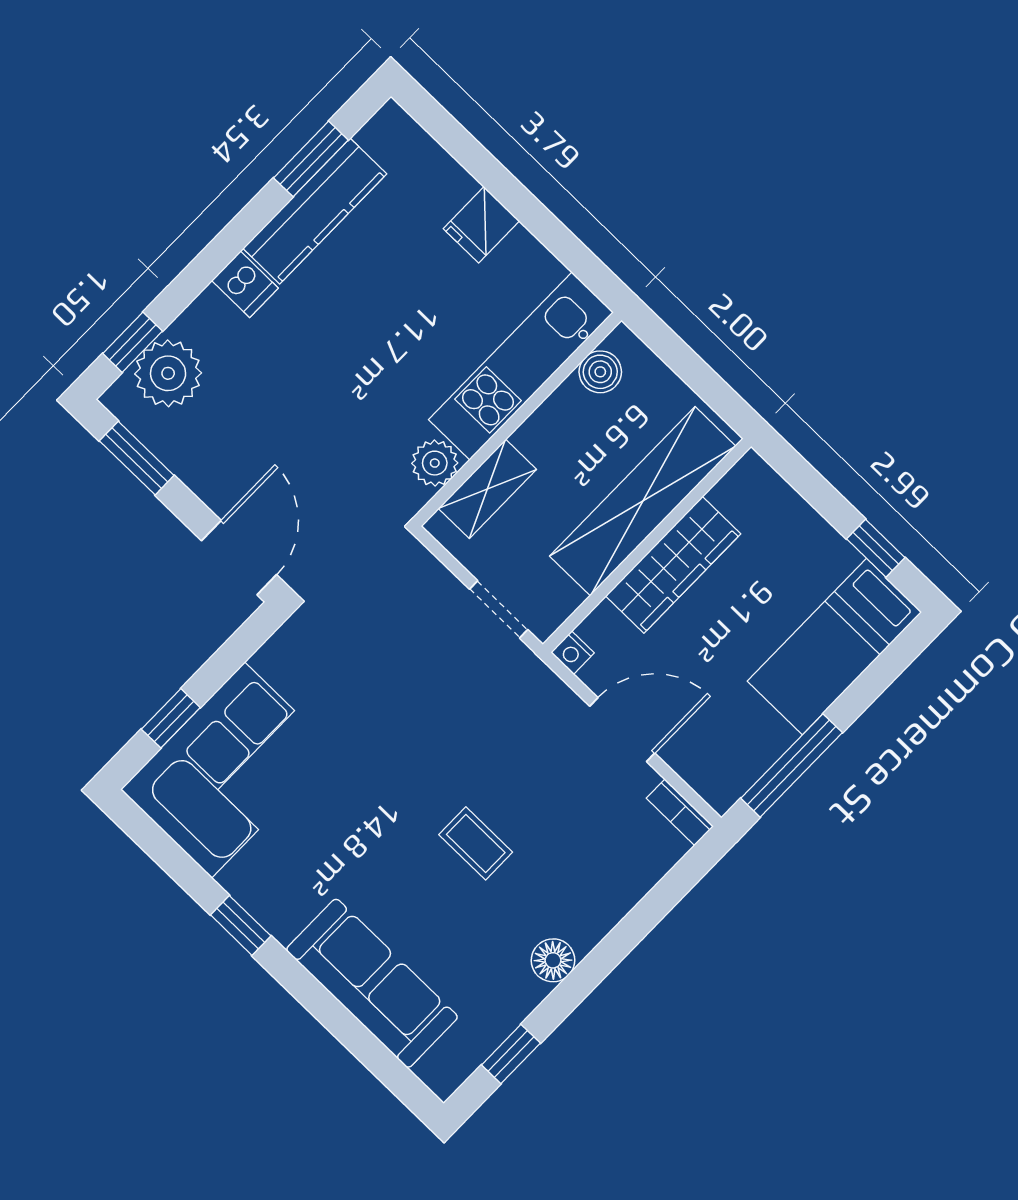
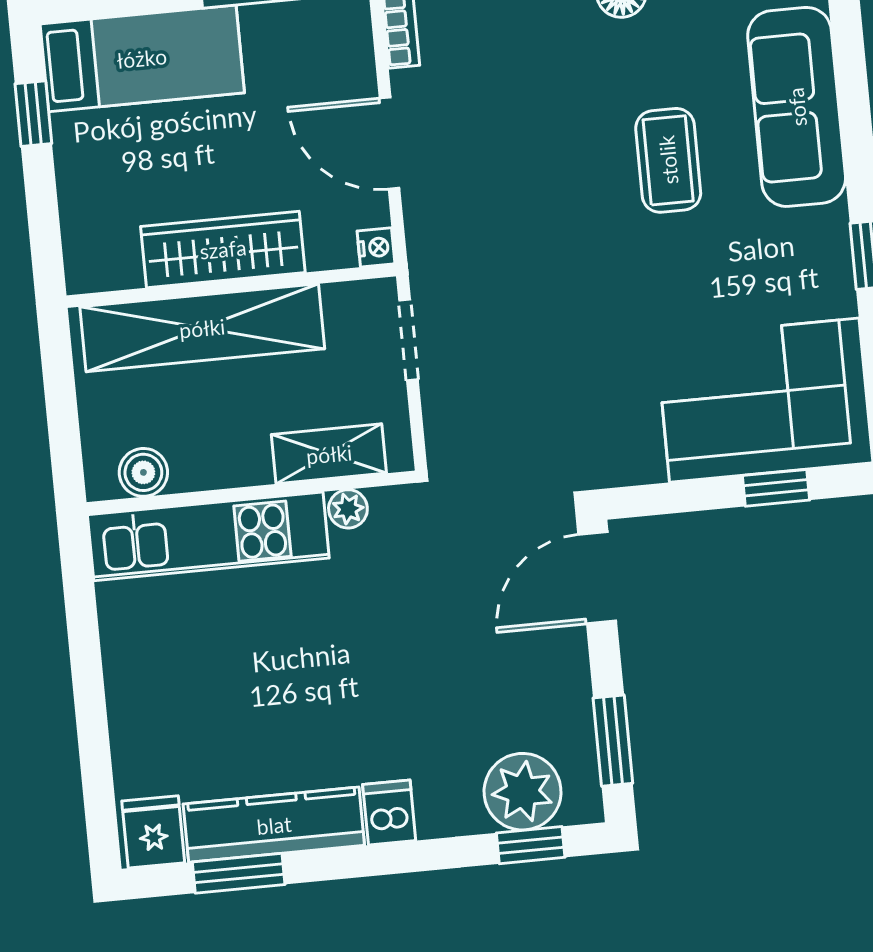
fridge: (481, 225) -> (153, 832), moved, turned -90
plant: (435, 463) -> (348, 509), width x0.73, depth x0.73
coffee table: (476, 843) -> (668, 160), moved, width x1.36, depth x1.30

